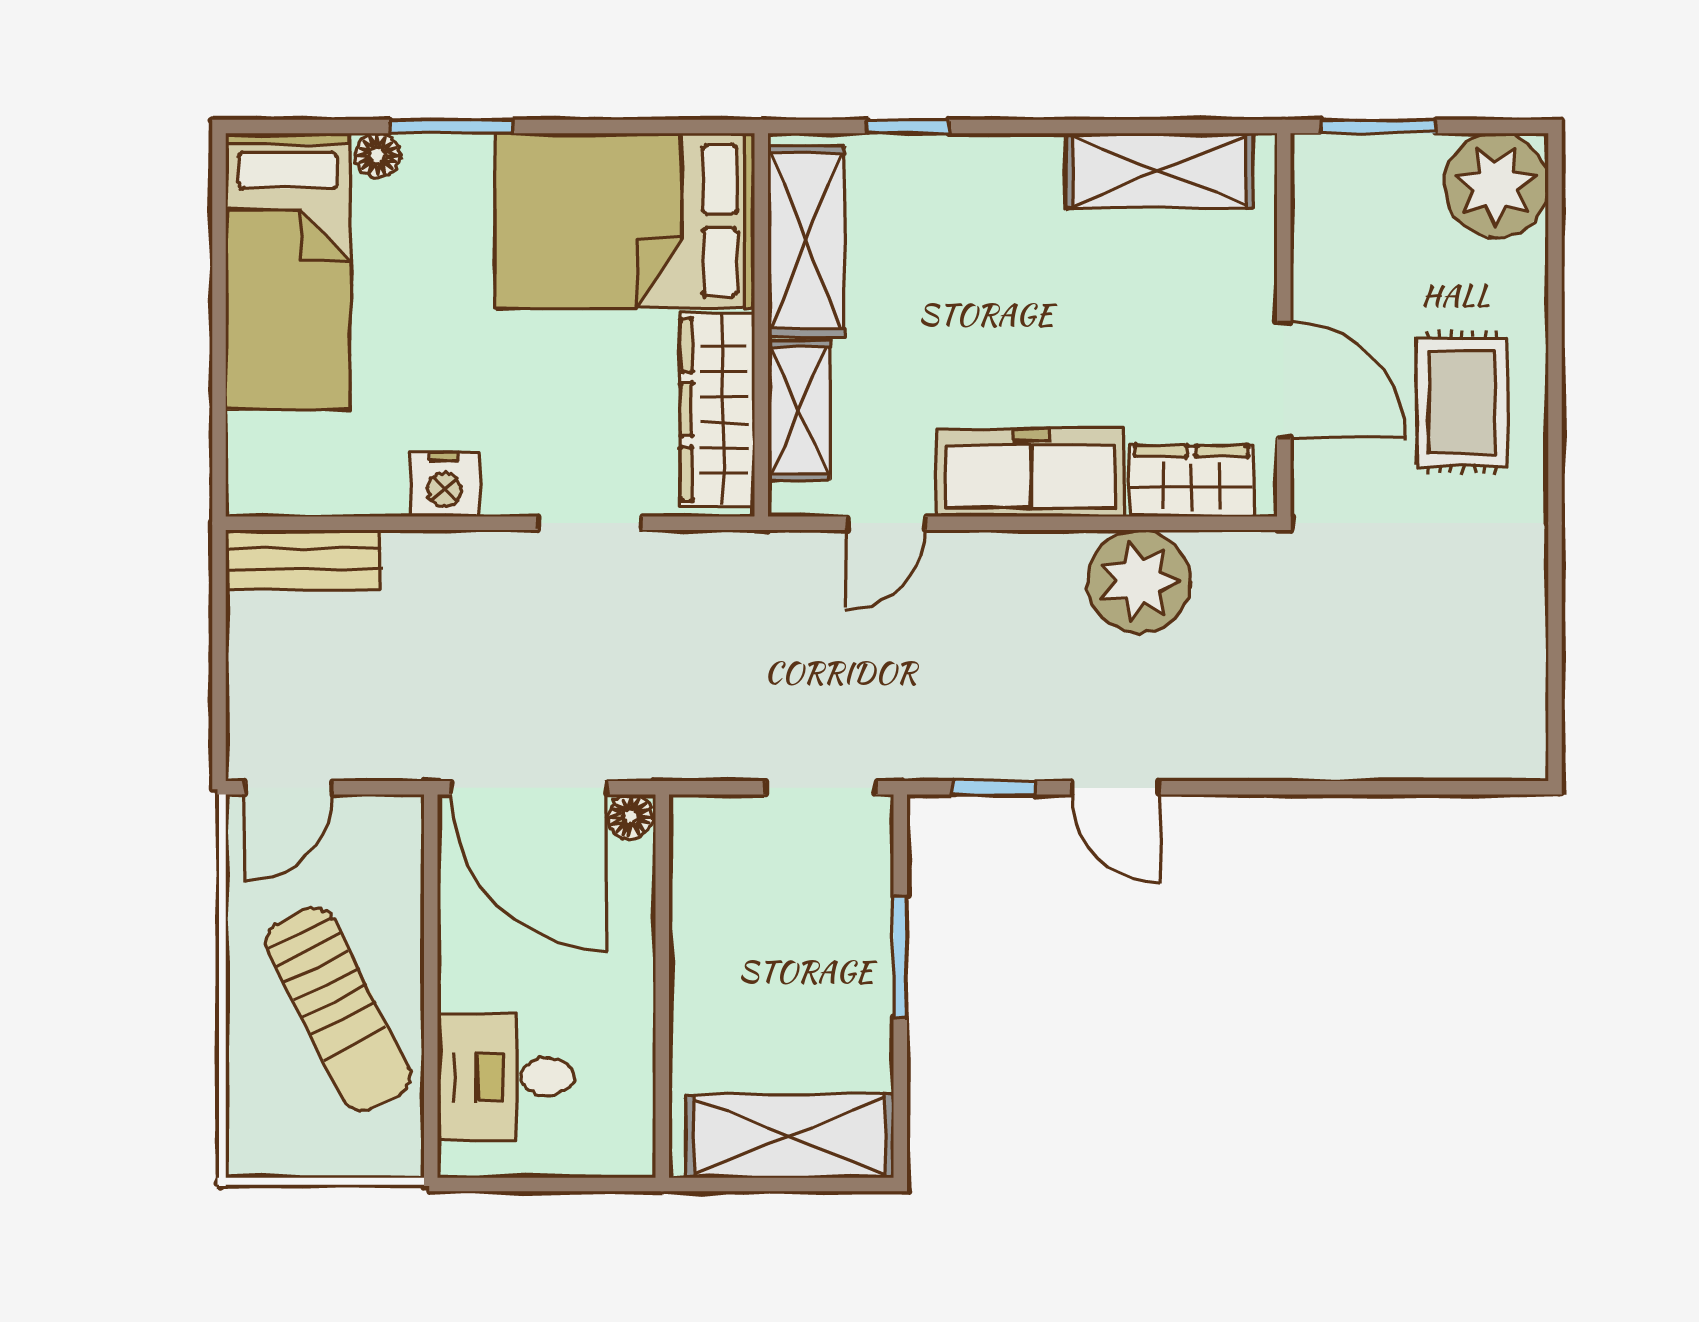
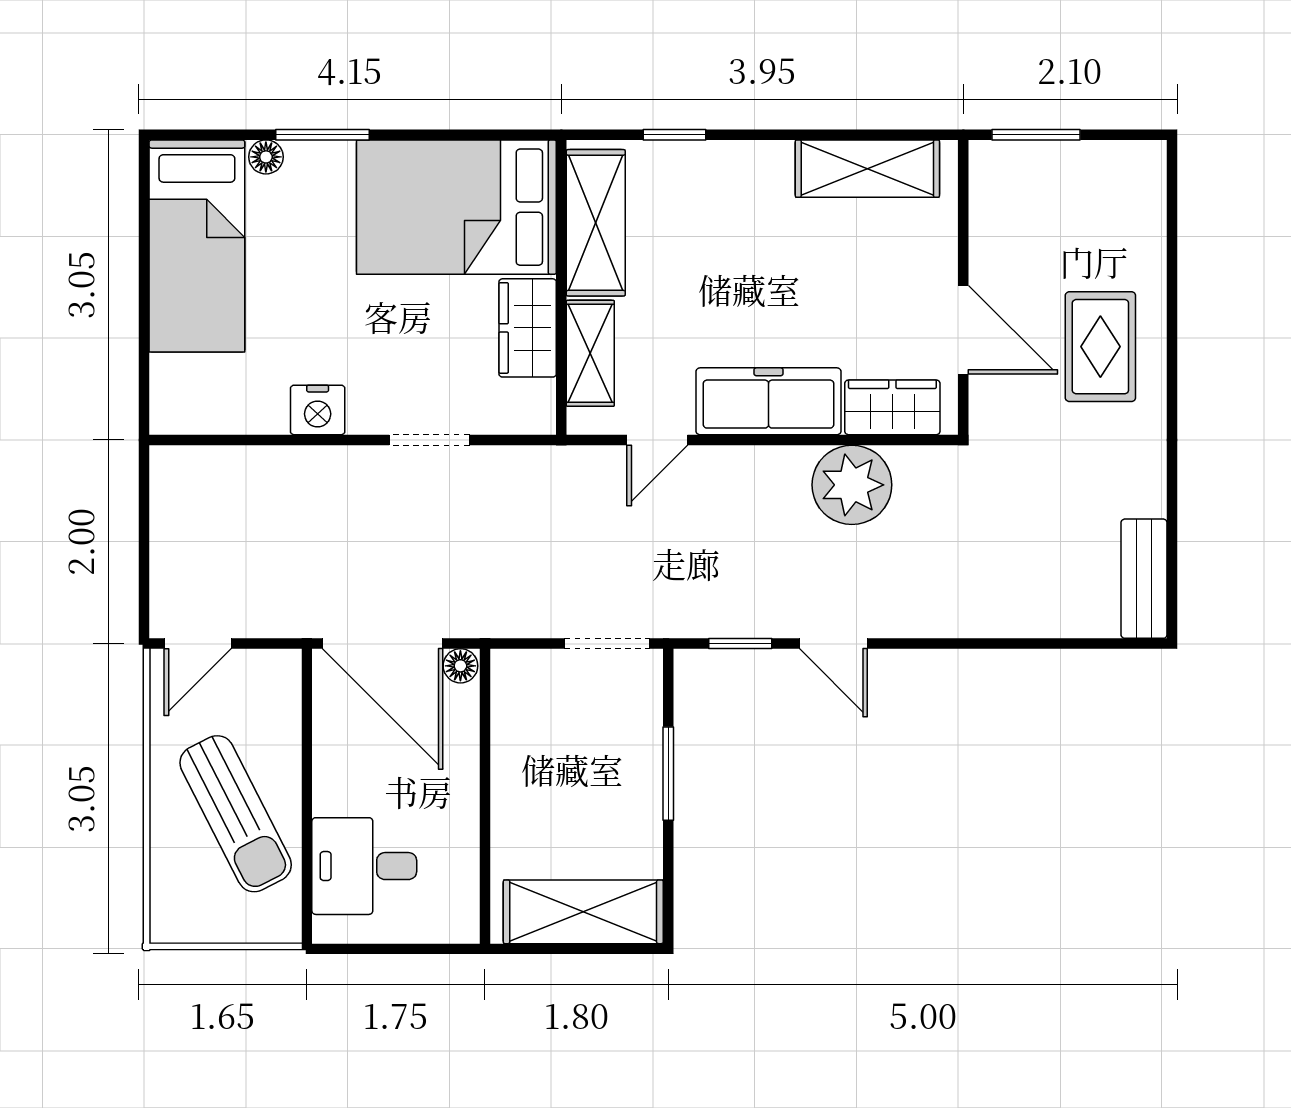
plant: (1496, 185) -> (1127, 180), removed
wardrobe: (718, 410) -> (528, 328), width x0.67
bench: (303, 560) -> (1144, 579), moved, turned 90

